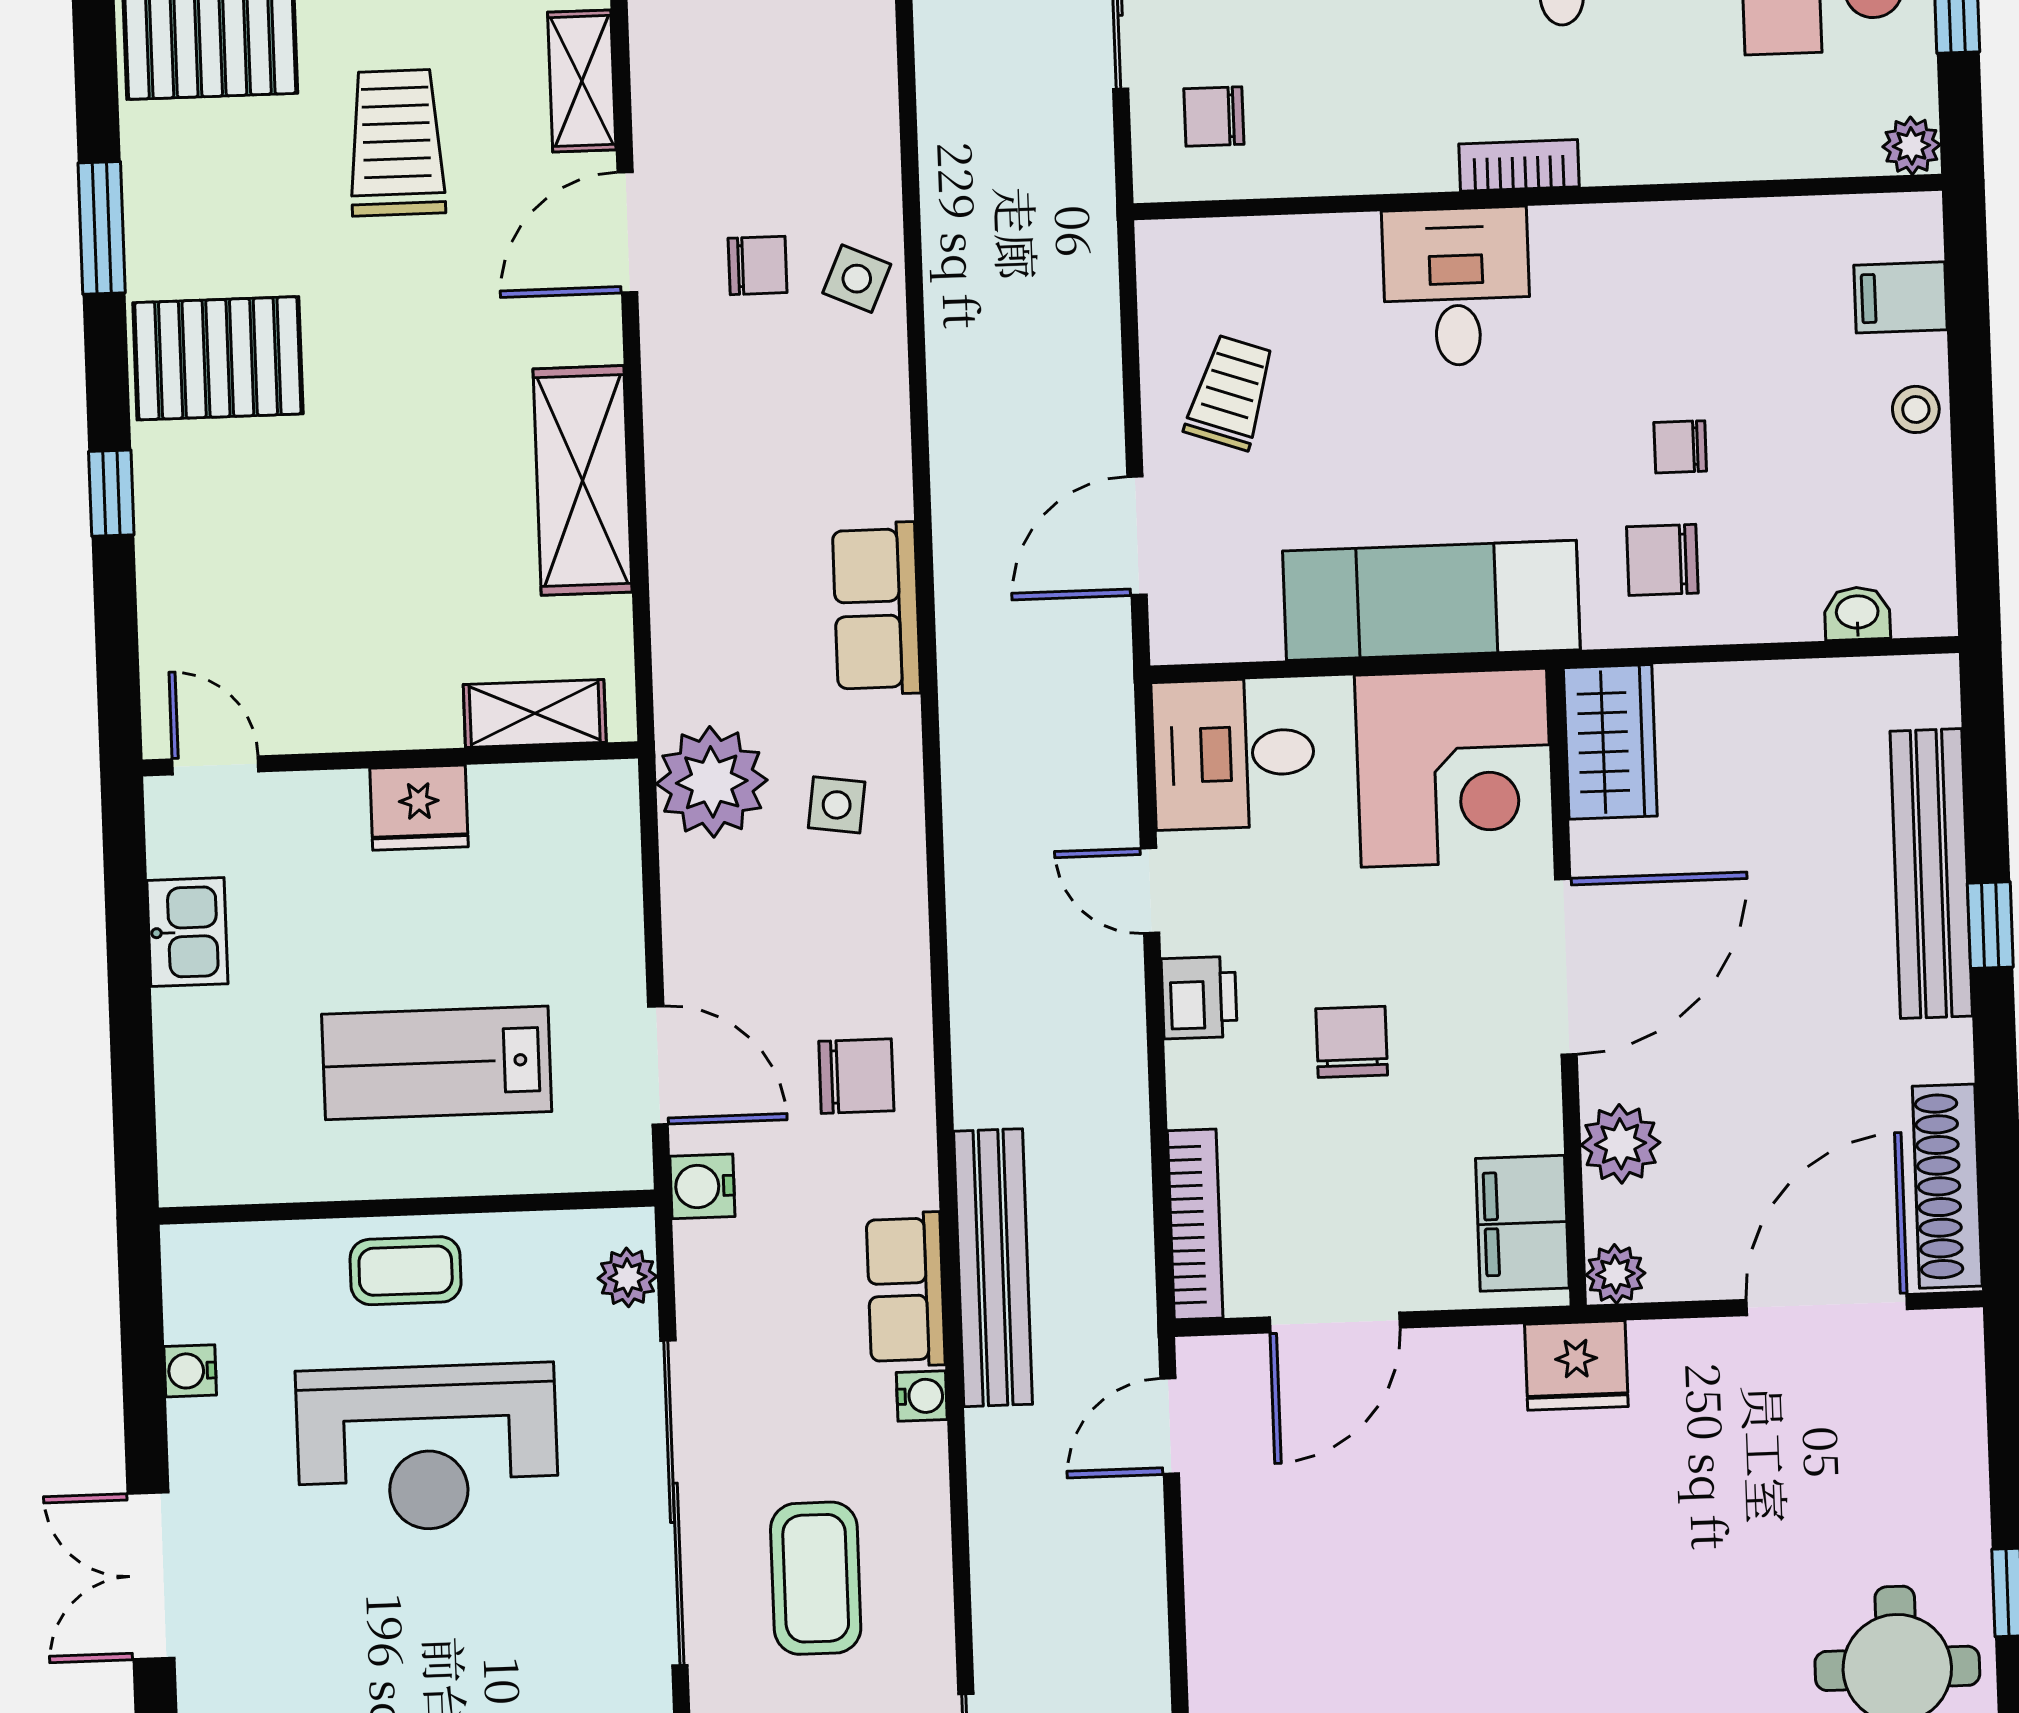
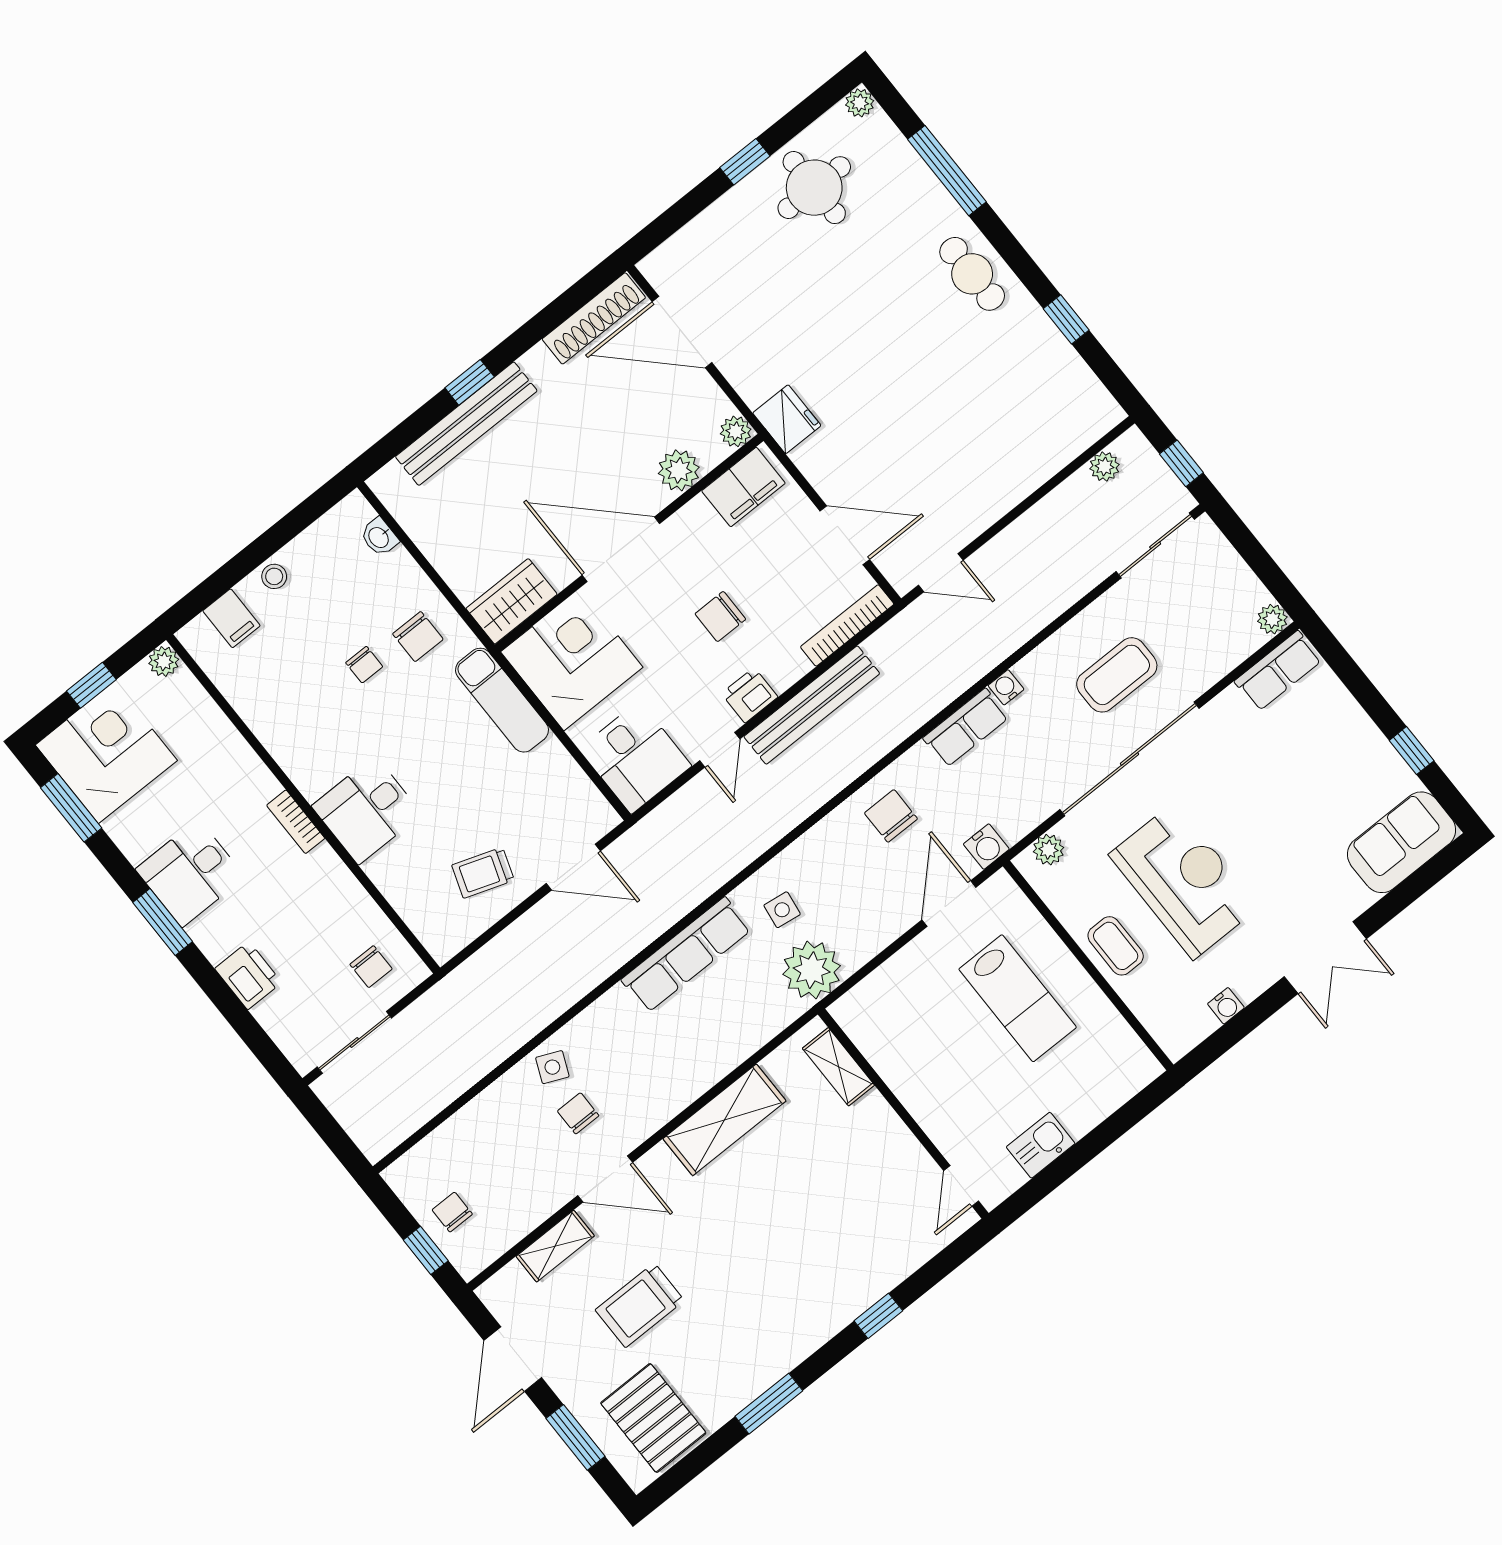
pallet: (218, 358) -> (788, 1313), removed
exam couch: (1431, 600) -> (502, 700), width x0.73, depth x0.69
row of seats: (876, 609) -> (686, 955), width x1.48
fridge: (419, 808) -> (915, 1086), removed
bench: (993, 1268) -> (812, 705), moved

